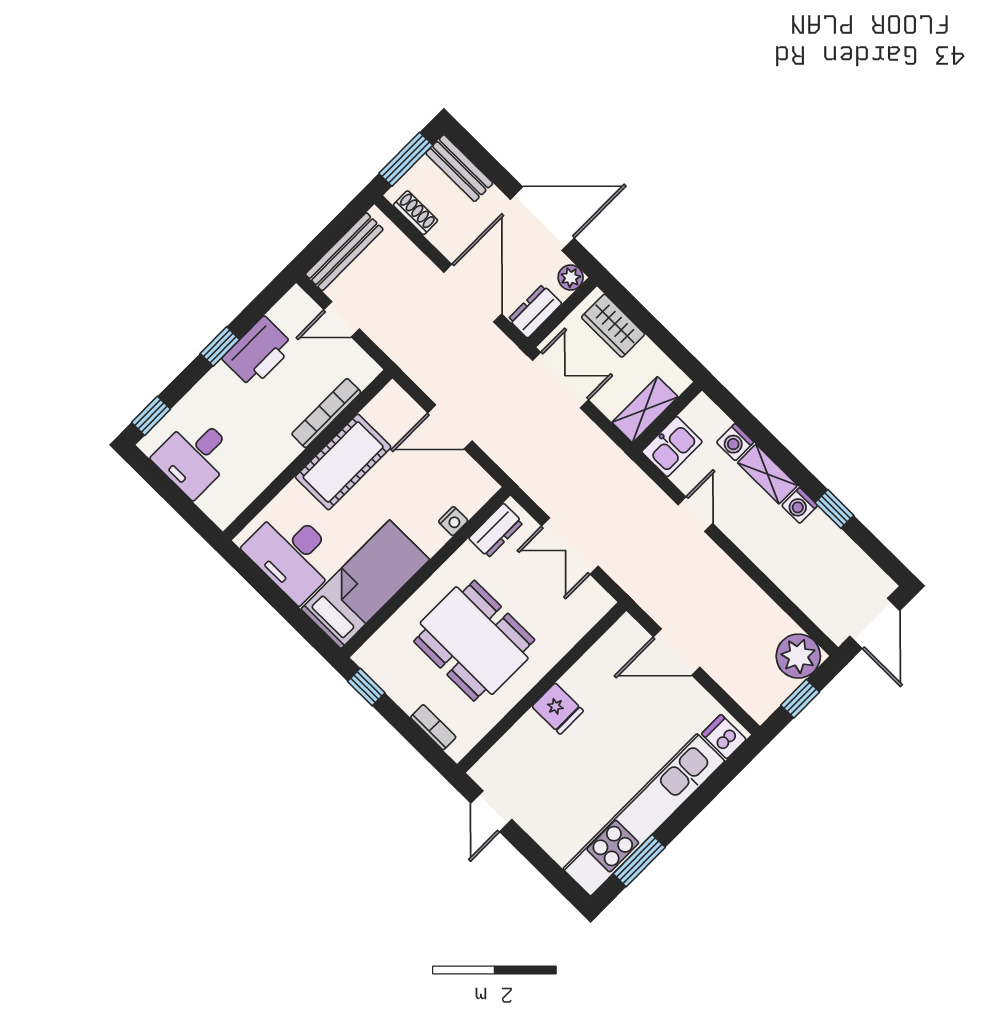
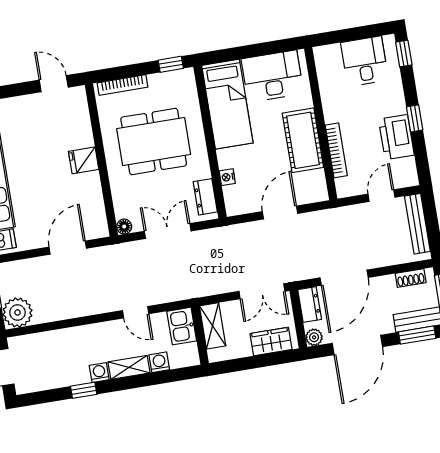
window: (478, 155) -> (417, 335), added
door: (473, 293) -> (344, 278), hinge flipped
floor lamp: (602, 602) -> (124, 227), added
bookcase: (433, 727) -> (122, 85), width x1.56

